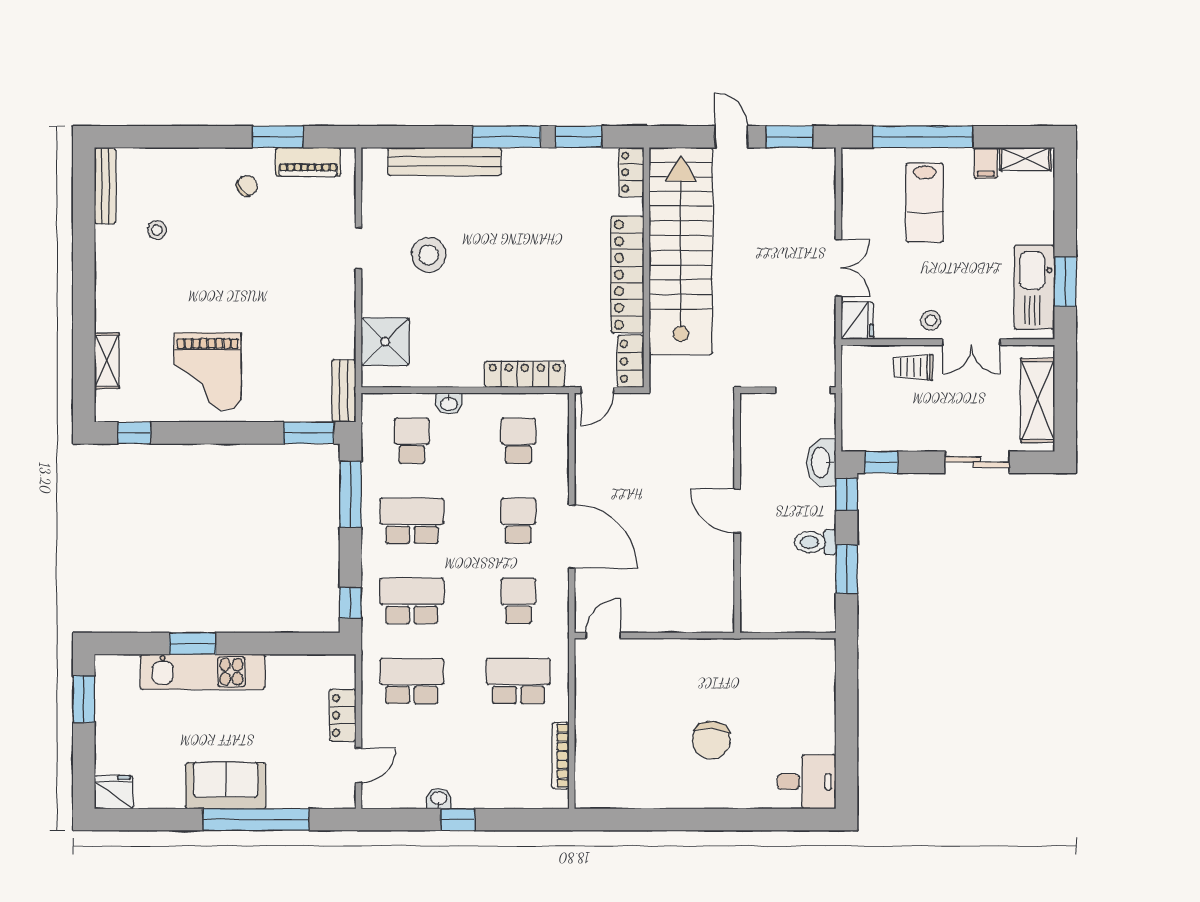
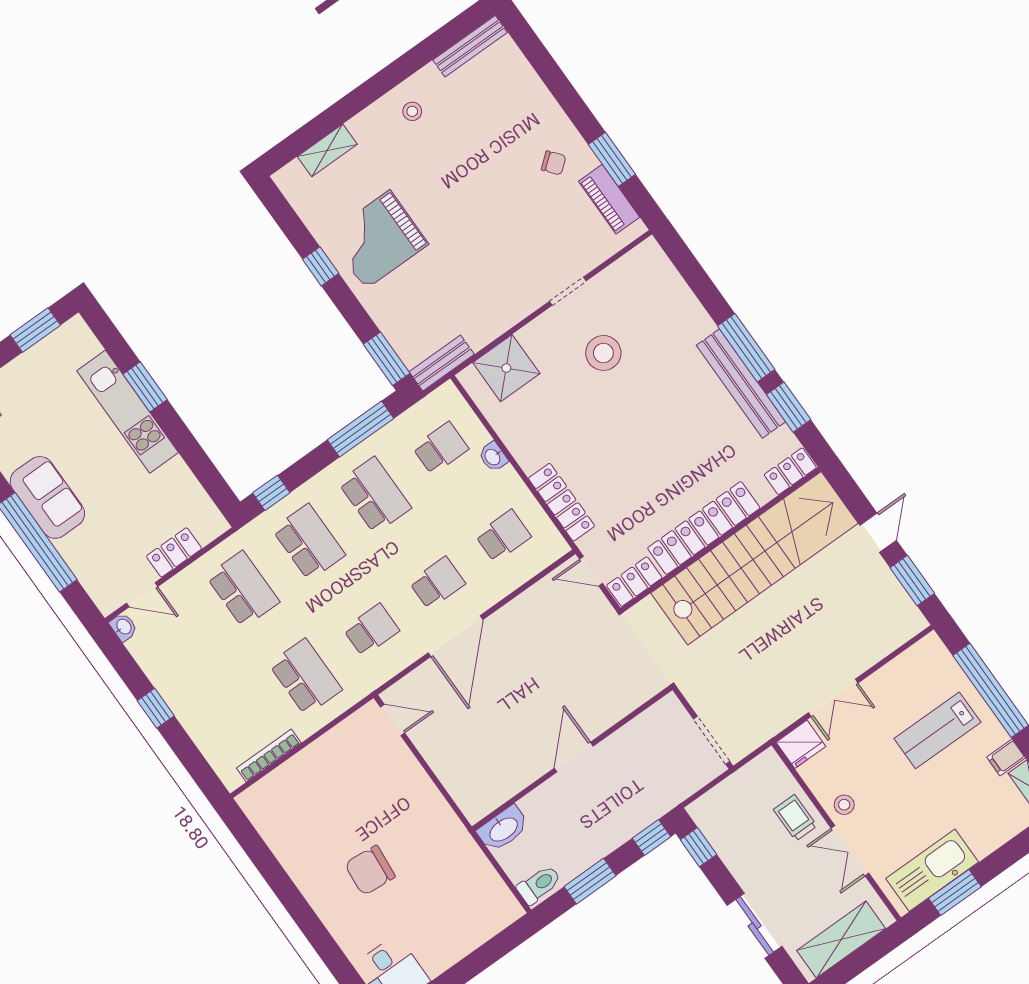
bench: (445, 162) -> (741, 384), moved
stool: (157, 230) -> (412, 111), moved
window: (134, 433) -> (321, 266), moved
washbasin: (821, 462) -> (503, 829), moved, turned 180
toilet: (815, 542) -> (539, 885), moved, turned 90
washbasin: (439, 799) -> (123, 627), moved

